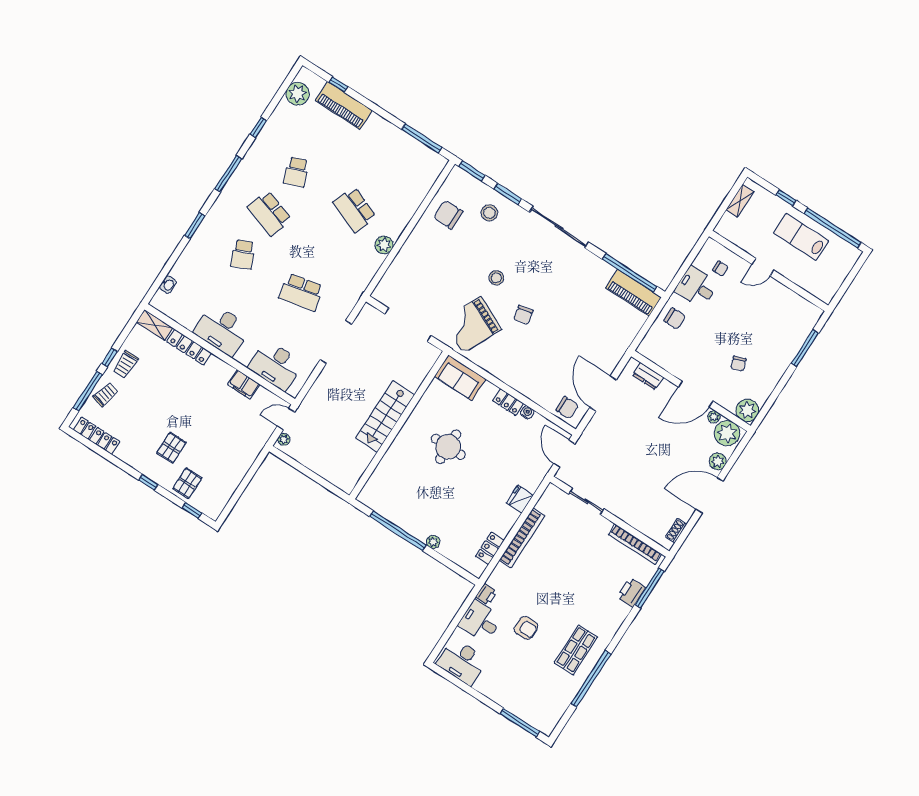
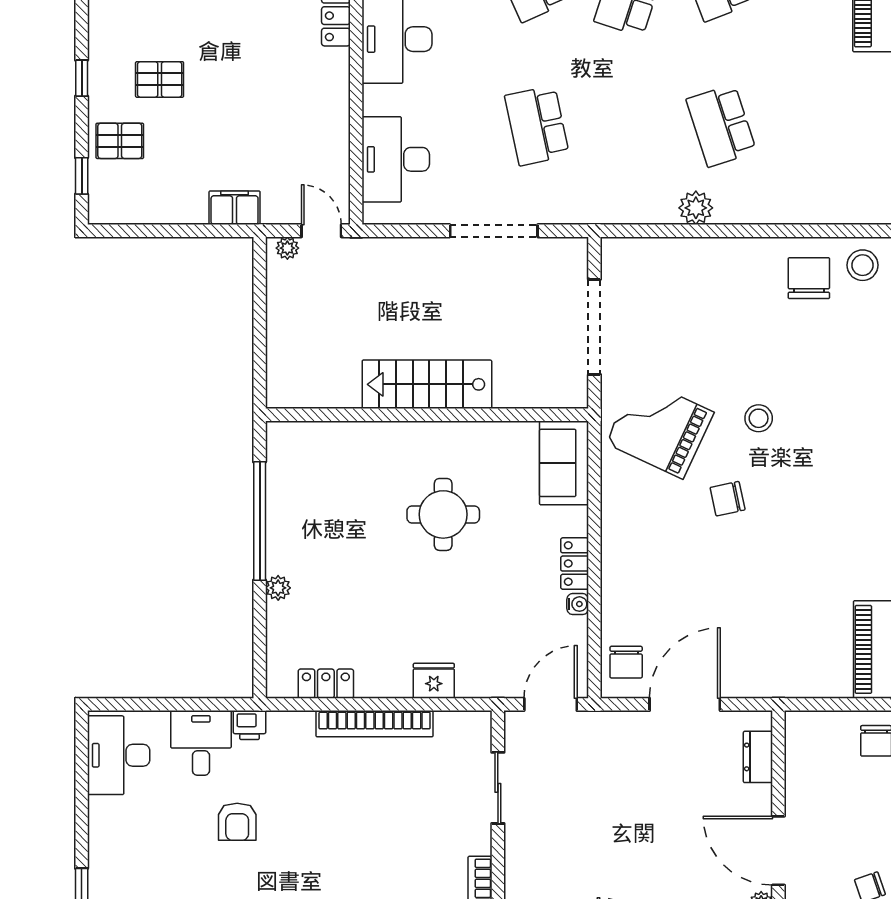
school desk: (355, 210) -> (721, 126), turned -39
stool: (489, 213) -> (863, 265), moved
filing cabinet: (244, 384) -> (235, 208), moved, turned 90

